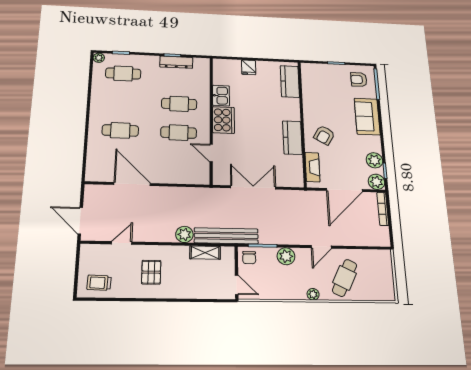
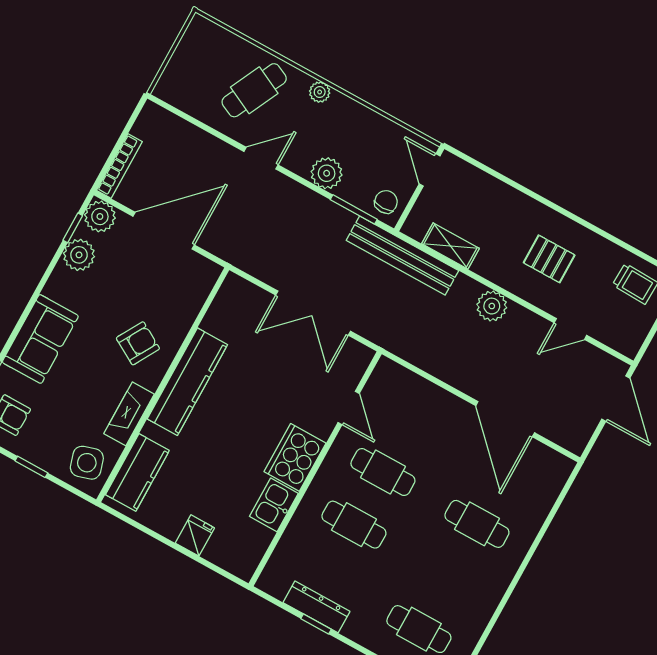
side table: (314, 75) -> (87, 463), added
kitchen counter: (292, 138) -> (187, 382), width x1.50
fireplace: (312, 167) -> (129, 414), moved
plant: (184, 234) -> (492, 306), moved
pallet: (151, 272) -> (549, 259), turned 90

